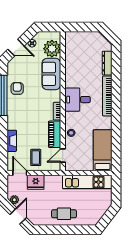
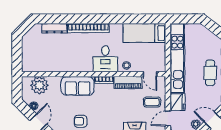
sofa: (51, 74) -> (77, 86), moved
desk: (78, 100) -> (105, 59), moved
kitchen unit: (87, 182) -> (177, 58), width x1.36

